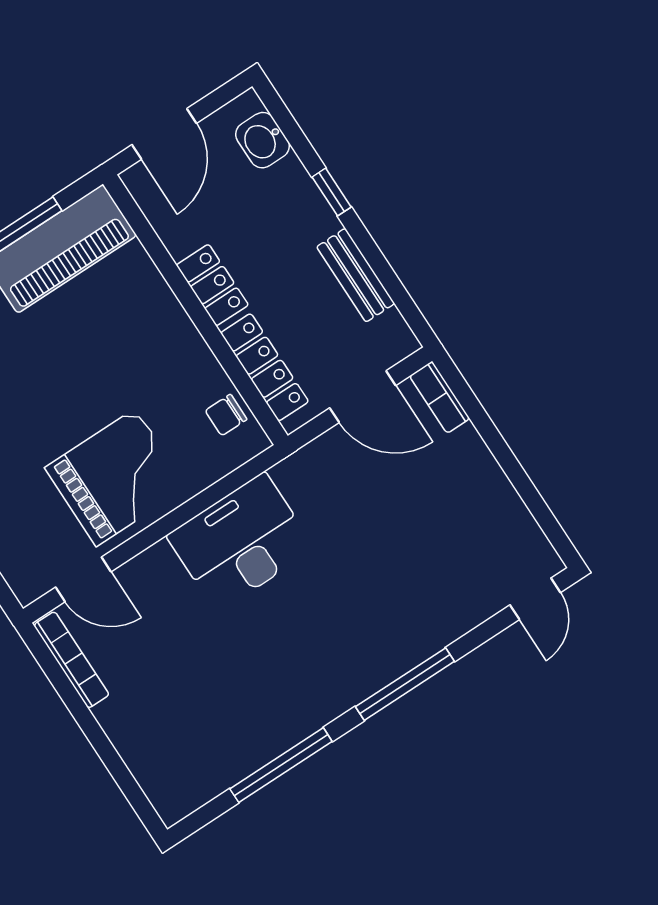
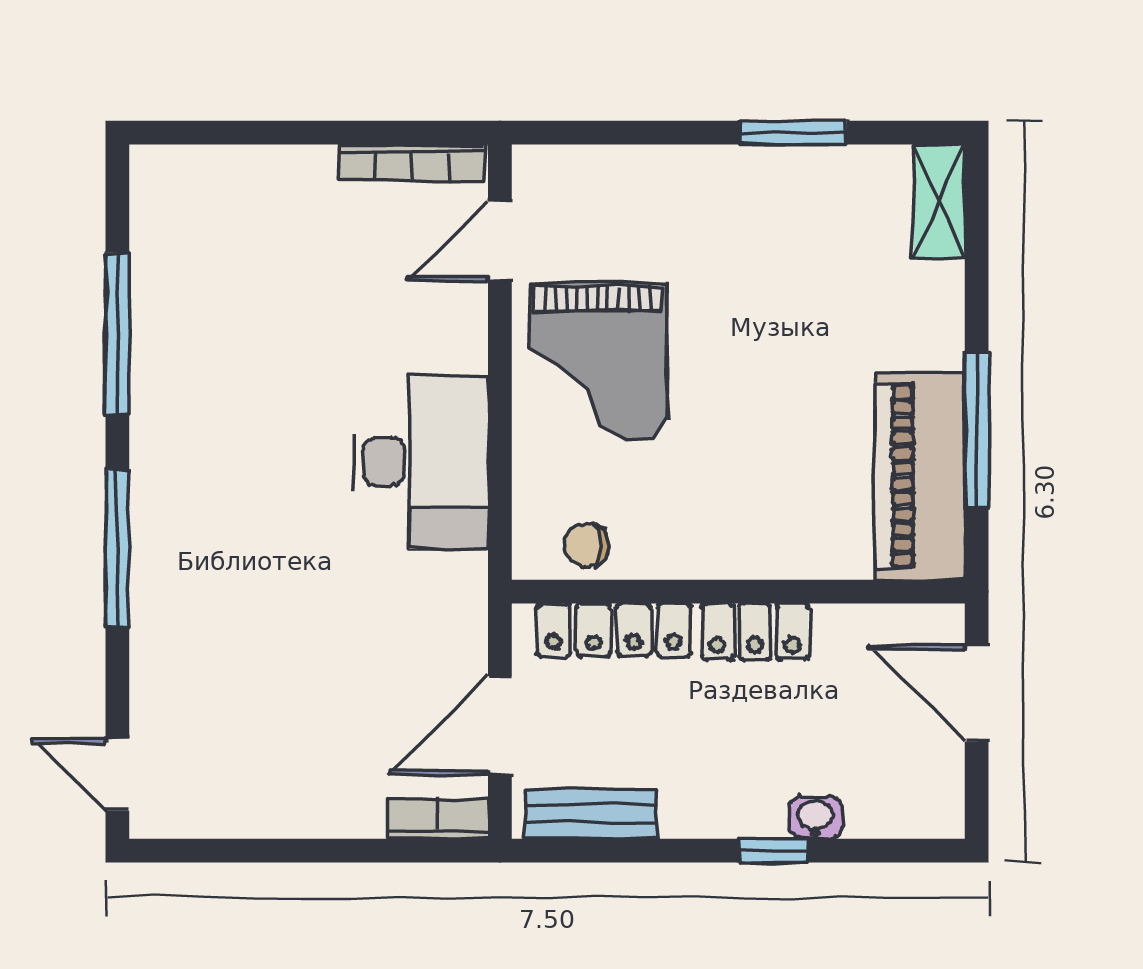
washbasin: (263, 140) -> (815, 818), moved, width x0.72, depth x0.69
bench: (356, 275) -> (591, 814), moved
chair: (226, 415) -> (586, 545), turned -90

